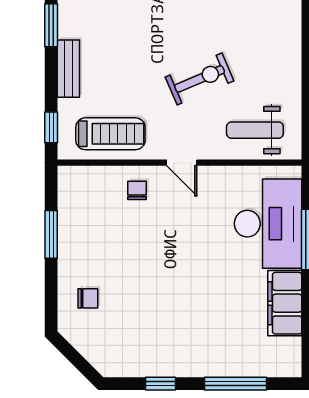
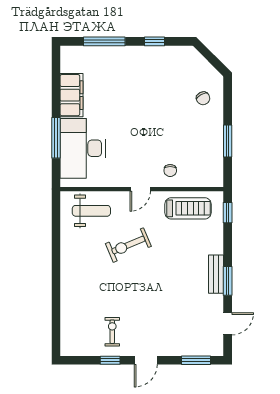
bench: (68, 69) -> (216, 274), moved
treadmill: (110, 134) -> (188, 208), turned 180
door: (182, 163) -> (140, 189), swing flipped
chair: (88, 298) -> (203, 98), turned -119

